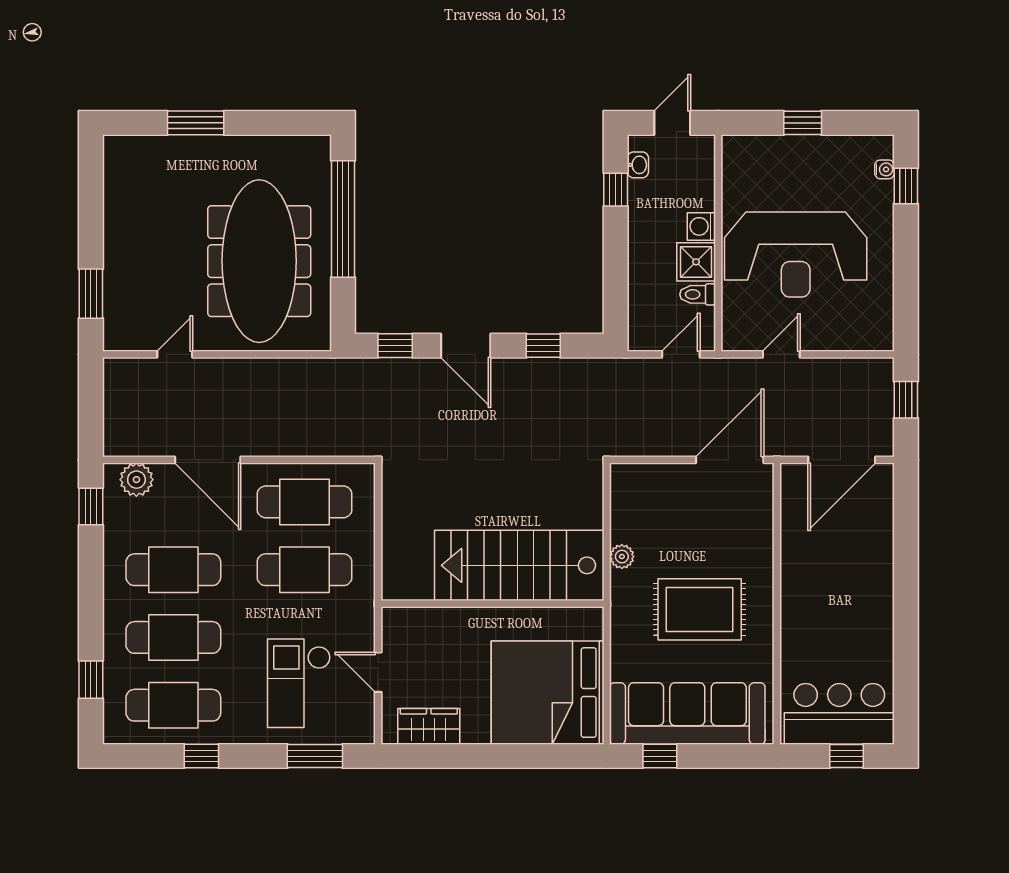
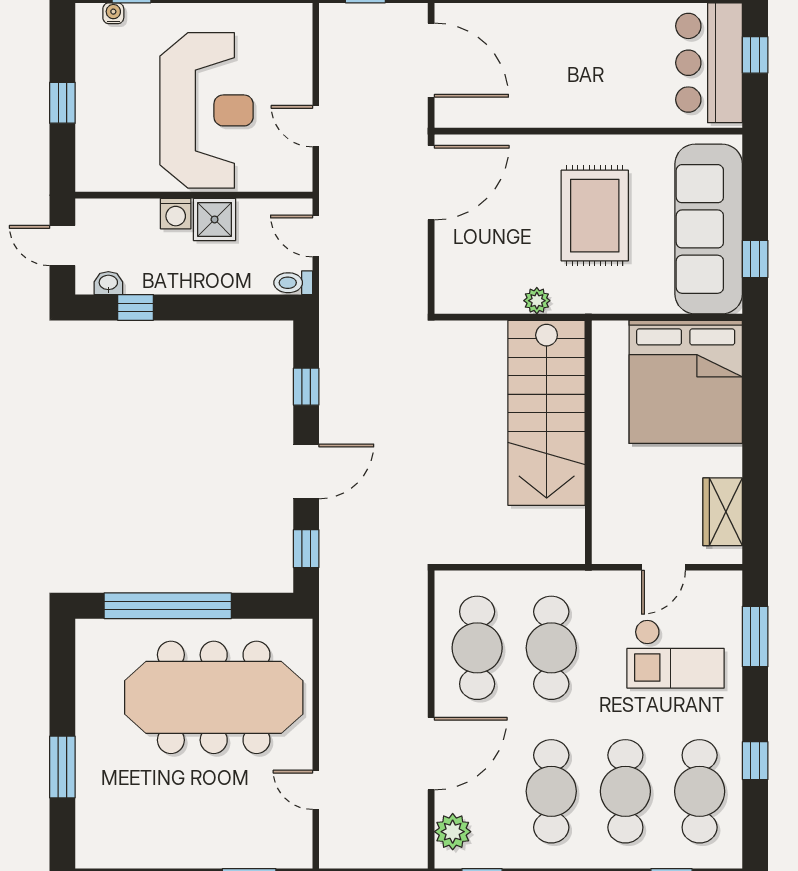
toilet: (698, 294) -> (293, 283), moved, turned 90
door: (730, 460) -> (431, 183), swing flipped

